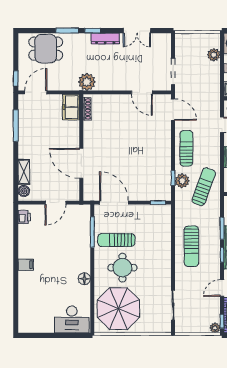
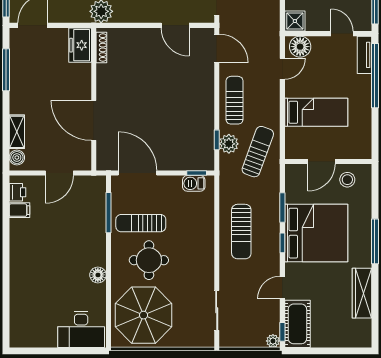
barbecue: (156, 210) -> (194, 183), added
filing cabinet: (26, 265) -> (19, 210), moved

